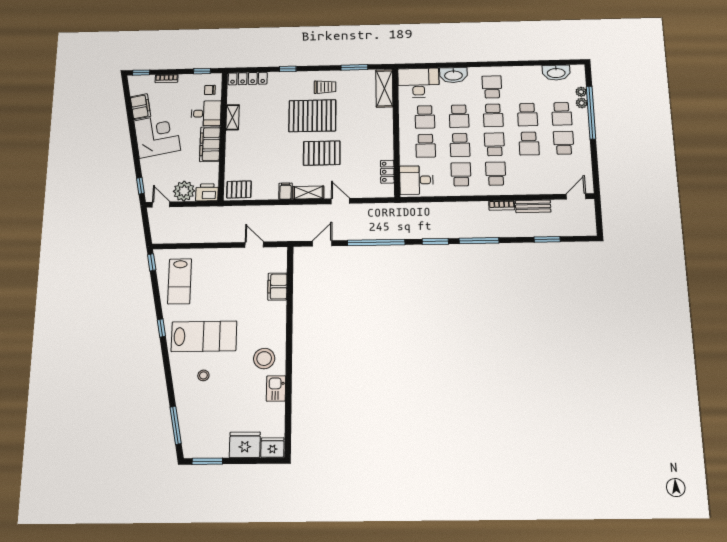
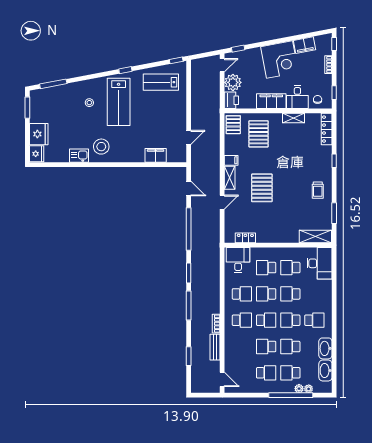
washbasin: (453, 75) -> (325, 348), moved
pallet: (312, 116) -> (259, 134), moved, width x0.73, depth x0.71

